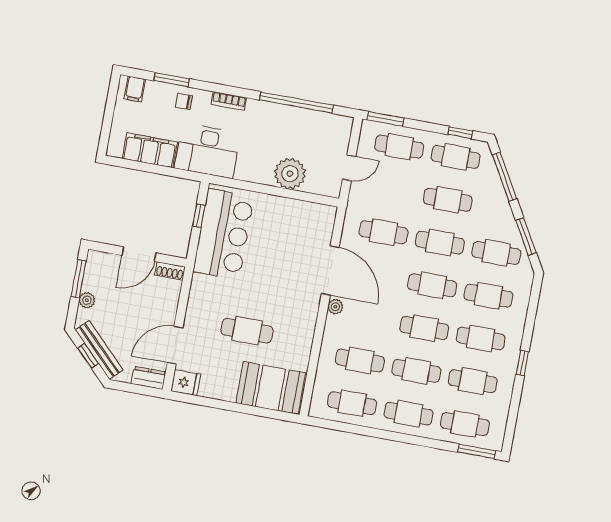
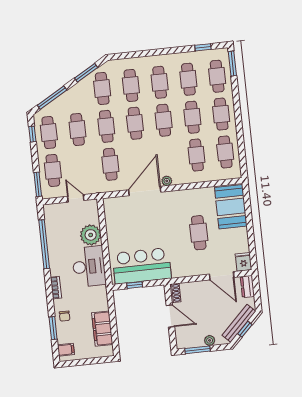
desk: (208, 151) -> (89, 266), moved
window: (522, 363) -> (203, 47), moved

